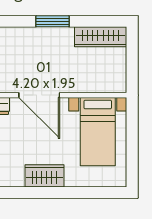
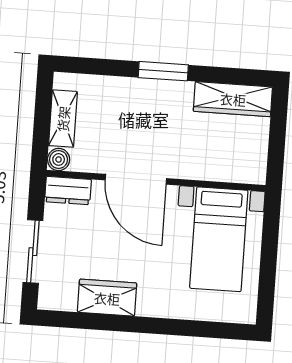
wardrobe: (44, 176) -> (107, 298), moved

